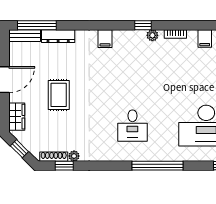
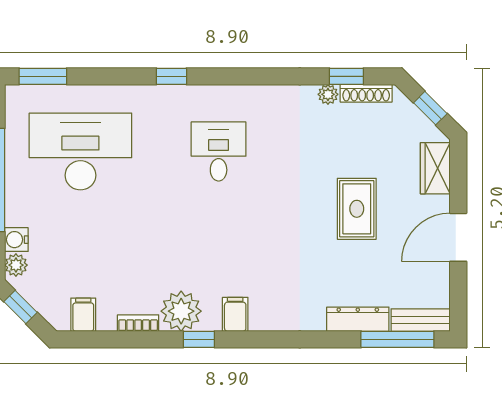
plant: (152, 35) -> (181, 311), width x1.87, depth x1.87
filing cabinet: (105, 39) -> (235, 314), moved
window: (158, 166) -> (171, 76), width x0.32

